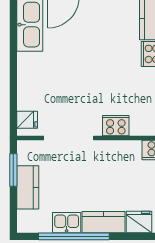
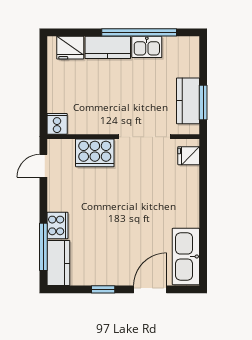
cooker: (116, 126) -> (95, 153), width x1.37, depth x1.31
kitchen counter: (28, 187) -> (188, 101), moved

